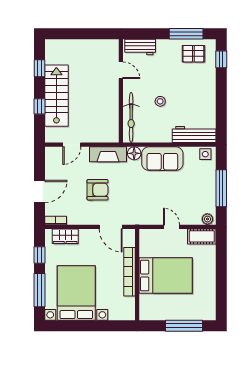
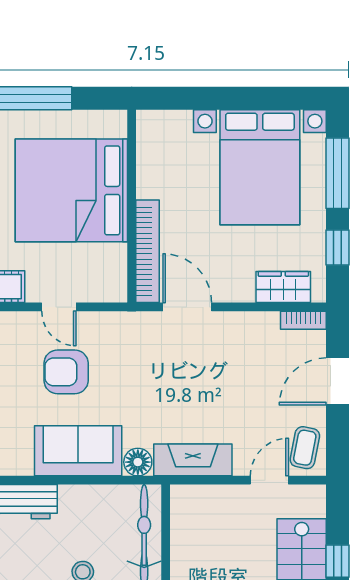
coffee table: (55, 160) -> (305, 448), added
armchair: (98, 190) -> (66, 372), moved
bookcase: (130, 272) -> (148, 251), moved
bed: (166, 276) -> (71, 190), width x1.36

